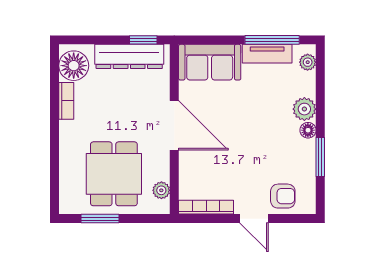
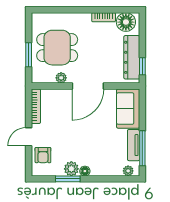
plant: (304, 109) -> (71, 169), moved
plant: (161, 190) -> (61, 78), moved
window: (100, 219) -> (29, 55), moved

